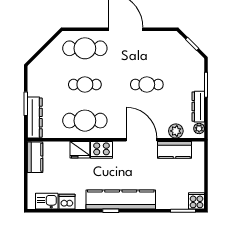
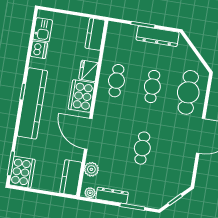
dresser: (35, 118) -> (158, 36), moved
cafe table: (85, 121) -> (116, 81), width x0.73, depth x0.74
door: (142, 140) -> (88, 134), swing flipped
cooker: (102, 150) -> (81, 96), width x1.37, depth x1.31
kitchen counter: (174, 150) -> (71, 178), moved
kitchen counter: (35, 157) -> (95, 34), moved, turned 90
cooker: (196, 201) -> (22, 172), width x1.87, depth x1.31

